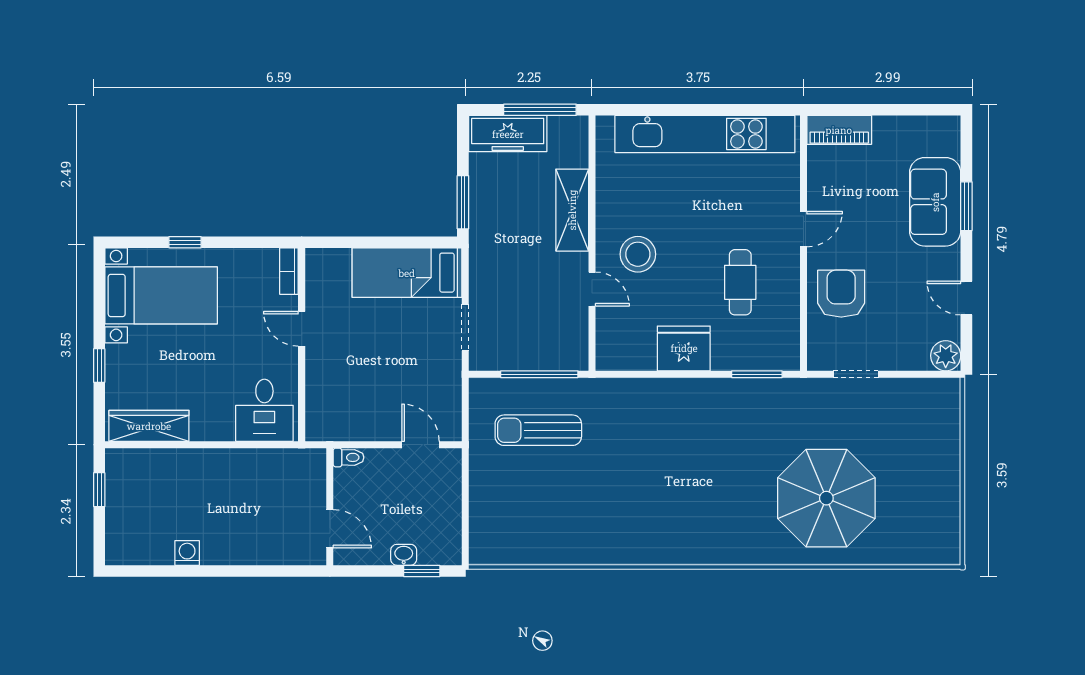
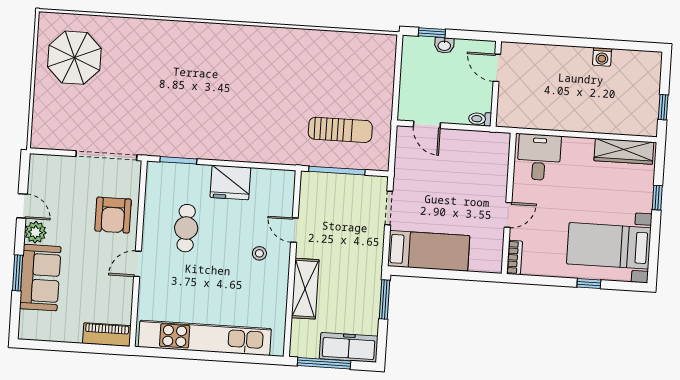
stool: (638, 254) -> (259, 253), width x0.53, depth x0.53
door: (302, 329) -> (508, 215), hinge flipped
plant: (946, 356) -> (35, 232), moved
doorway: (856, 374) -> (106, 156), width x1.88
parasol: (826, 498) -> (74, 58), moved, width x0.73, depth x0.73

